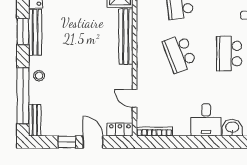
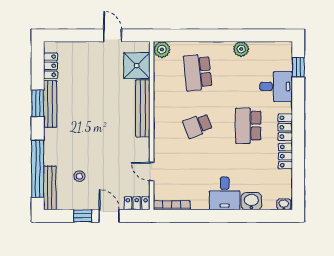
school desk: (180, 54) -> (198, 126), width x0.54
stool: (39, 76) -> (79, 176), moved
bench: (35, 120) -> (50, 188), width x1.36

